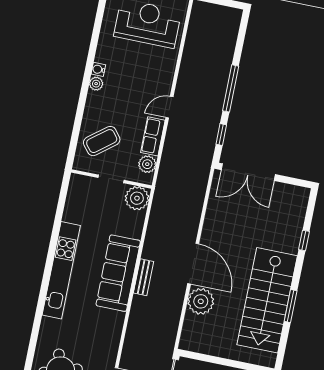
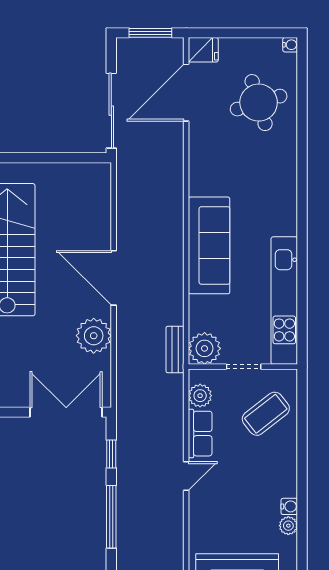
plant: (96, 84) -> (288, 526), moved
kitchen unit: (61, 270) -> (284, 301), moved
bench: (143, 277) -> (175, 350), moved
plant: (201, 301) -> (94, 336), moved

